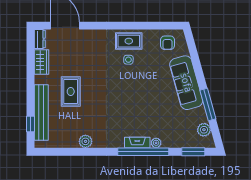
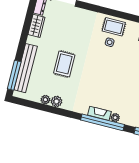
rug: (71, 92) -> (64, 64), moved
window: (30, 124) -> (14, 75), width x2.17
plant: (73, 143) -> (45, 100), added

